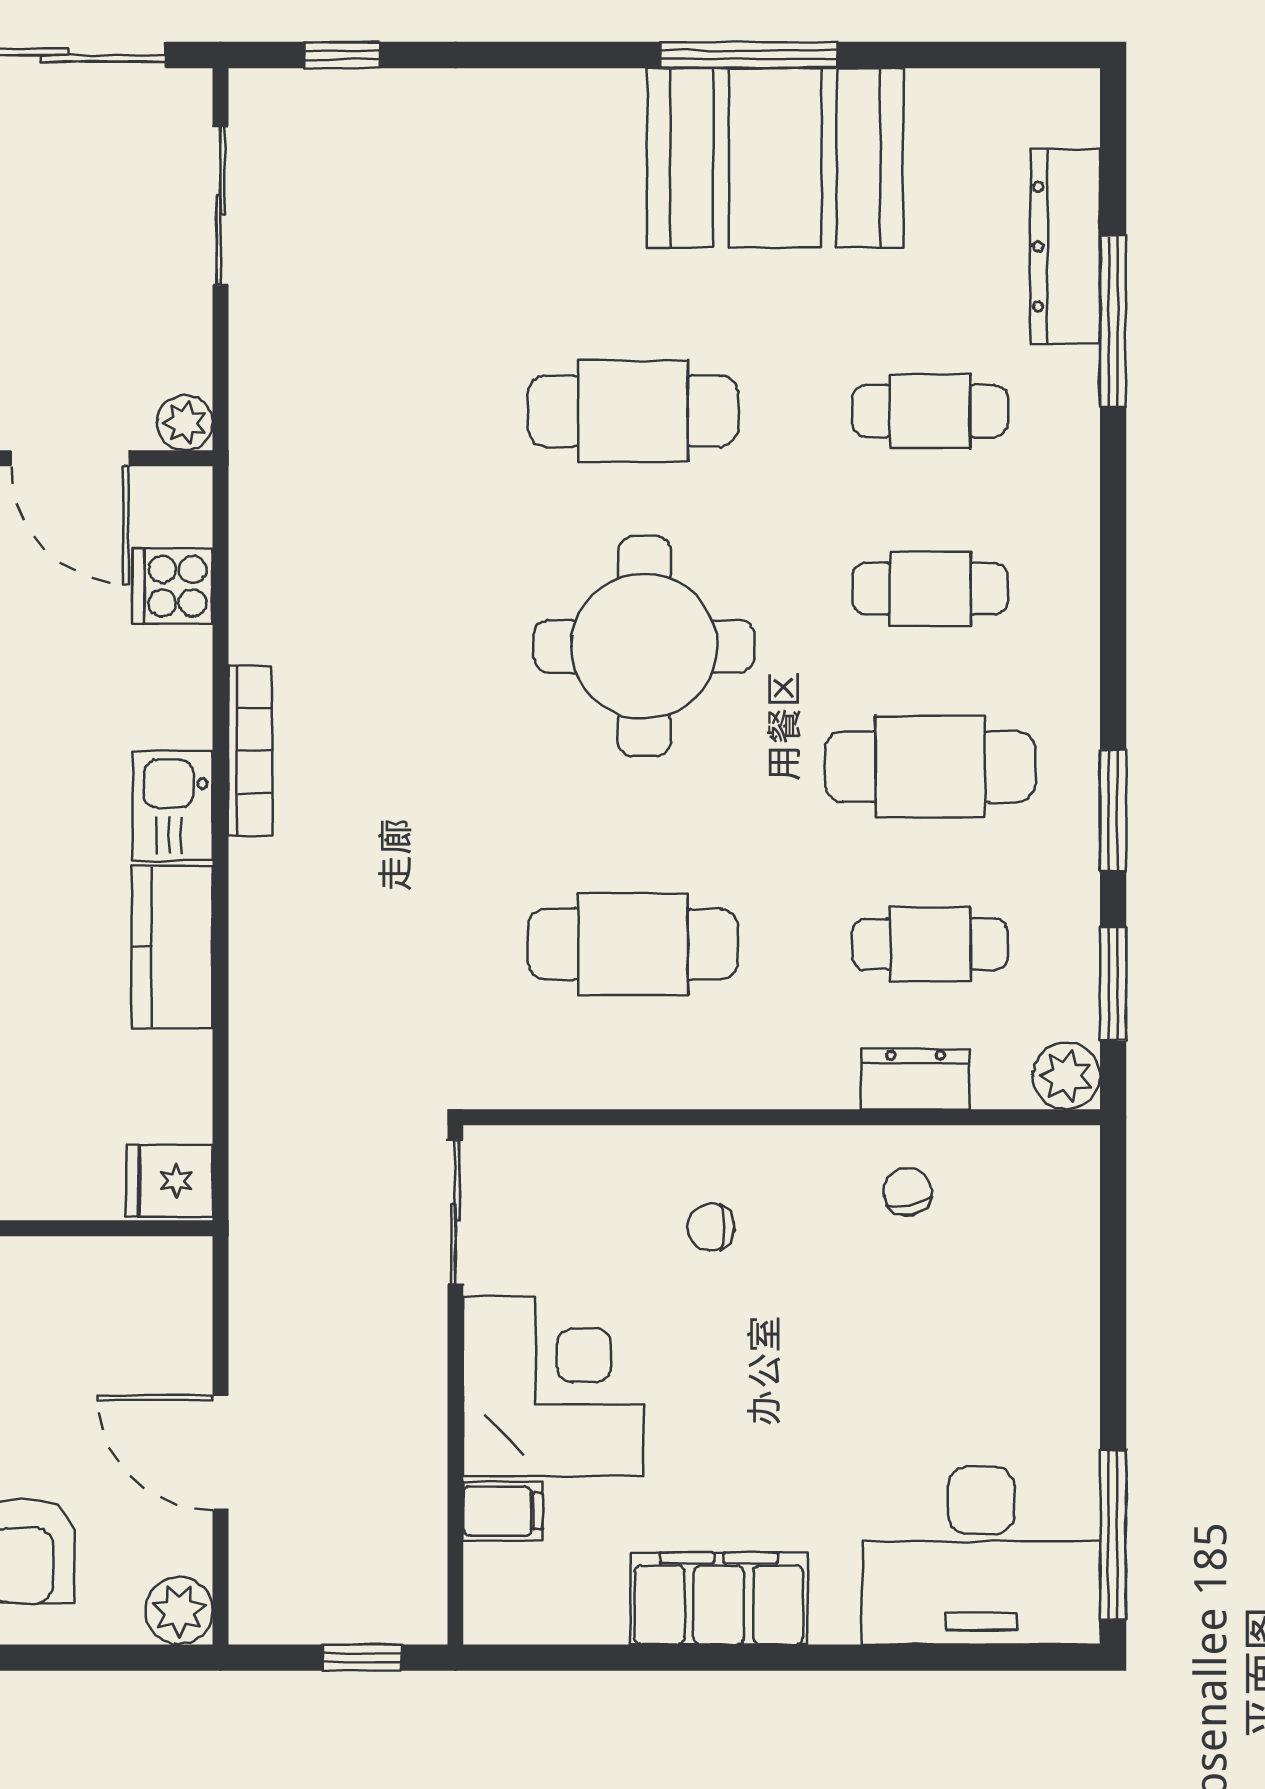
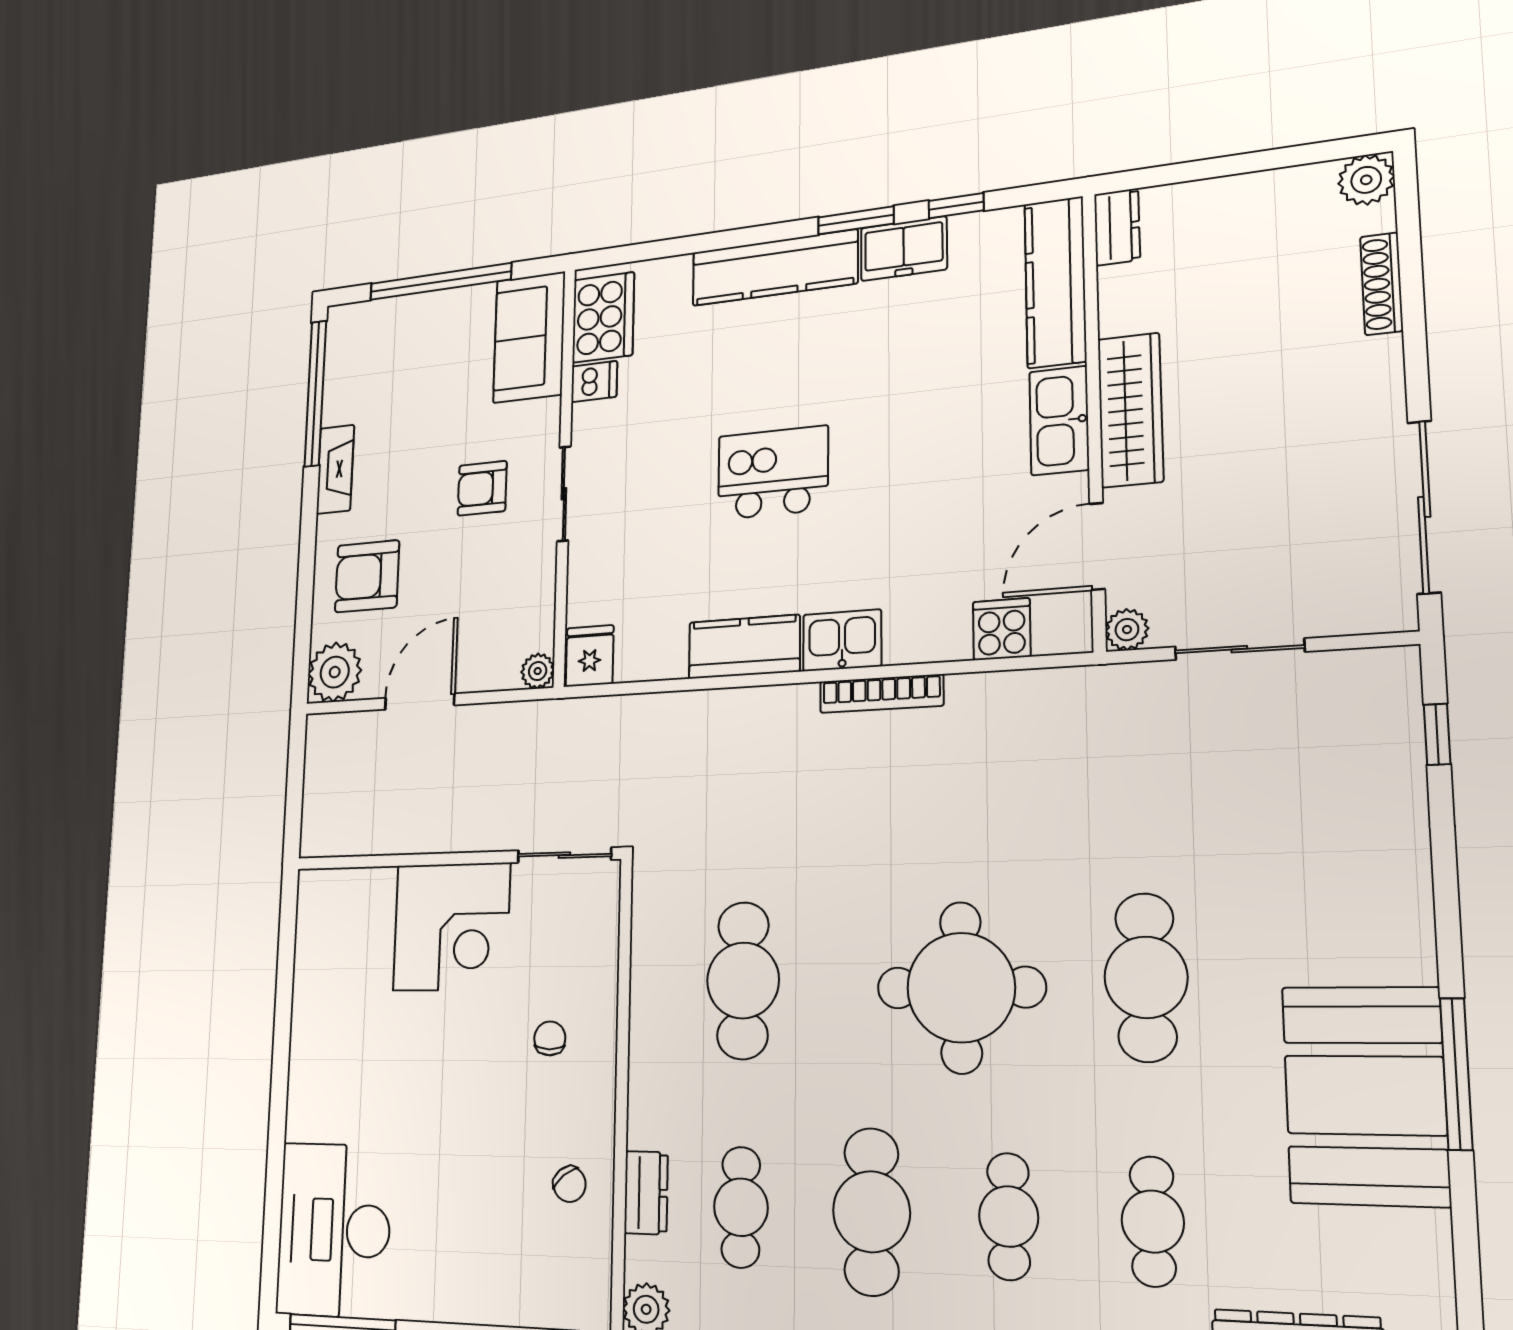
sliding door: (220, 206) -> (1239, 649), moved
chair: (908, 1191) -> (570, 1184), turned 63
plant: (187, 1262) -> (538, 671), added
filing cabinet: (503, 1511) -> (376, 894), removed
filing cabinet: (719, 1598) -> (317, 1043), removed
plant: (179, 1611) -> (335, 672), width x1.36, depth x1.36
window: (362, 1658) -> (294, 802), removed

